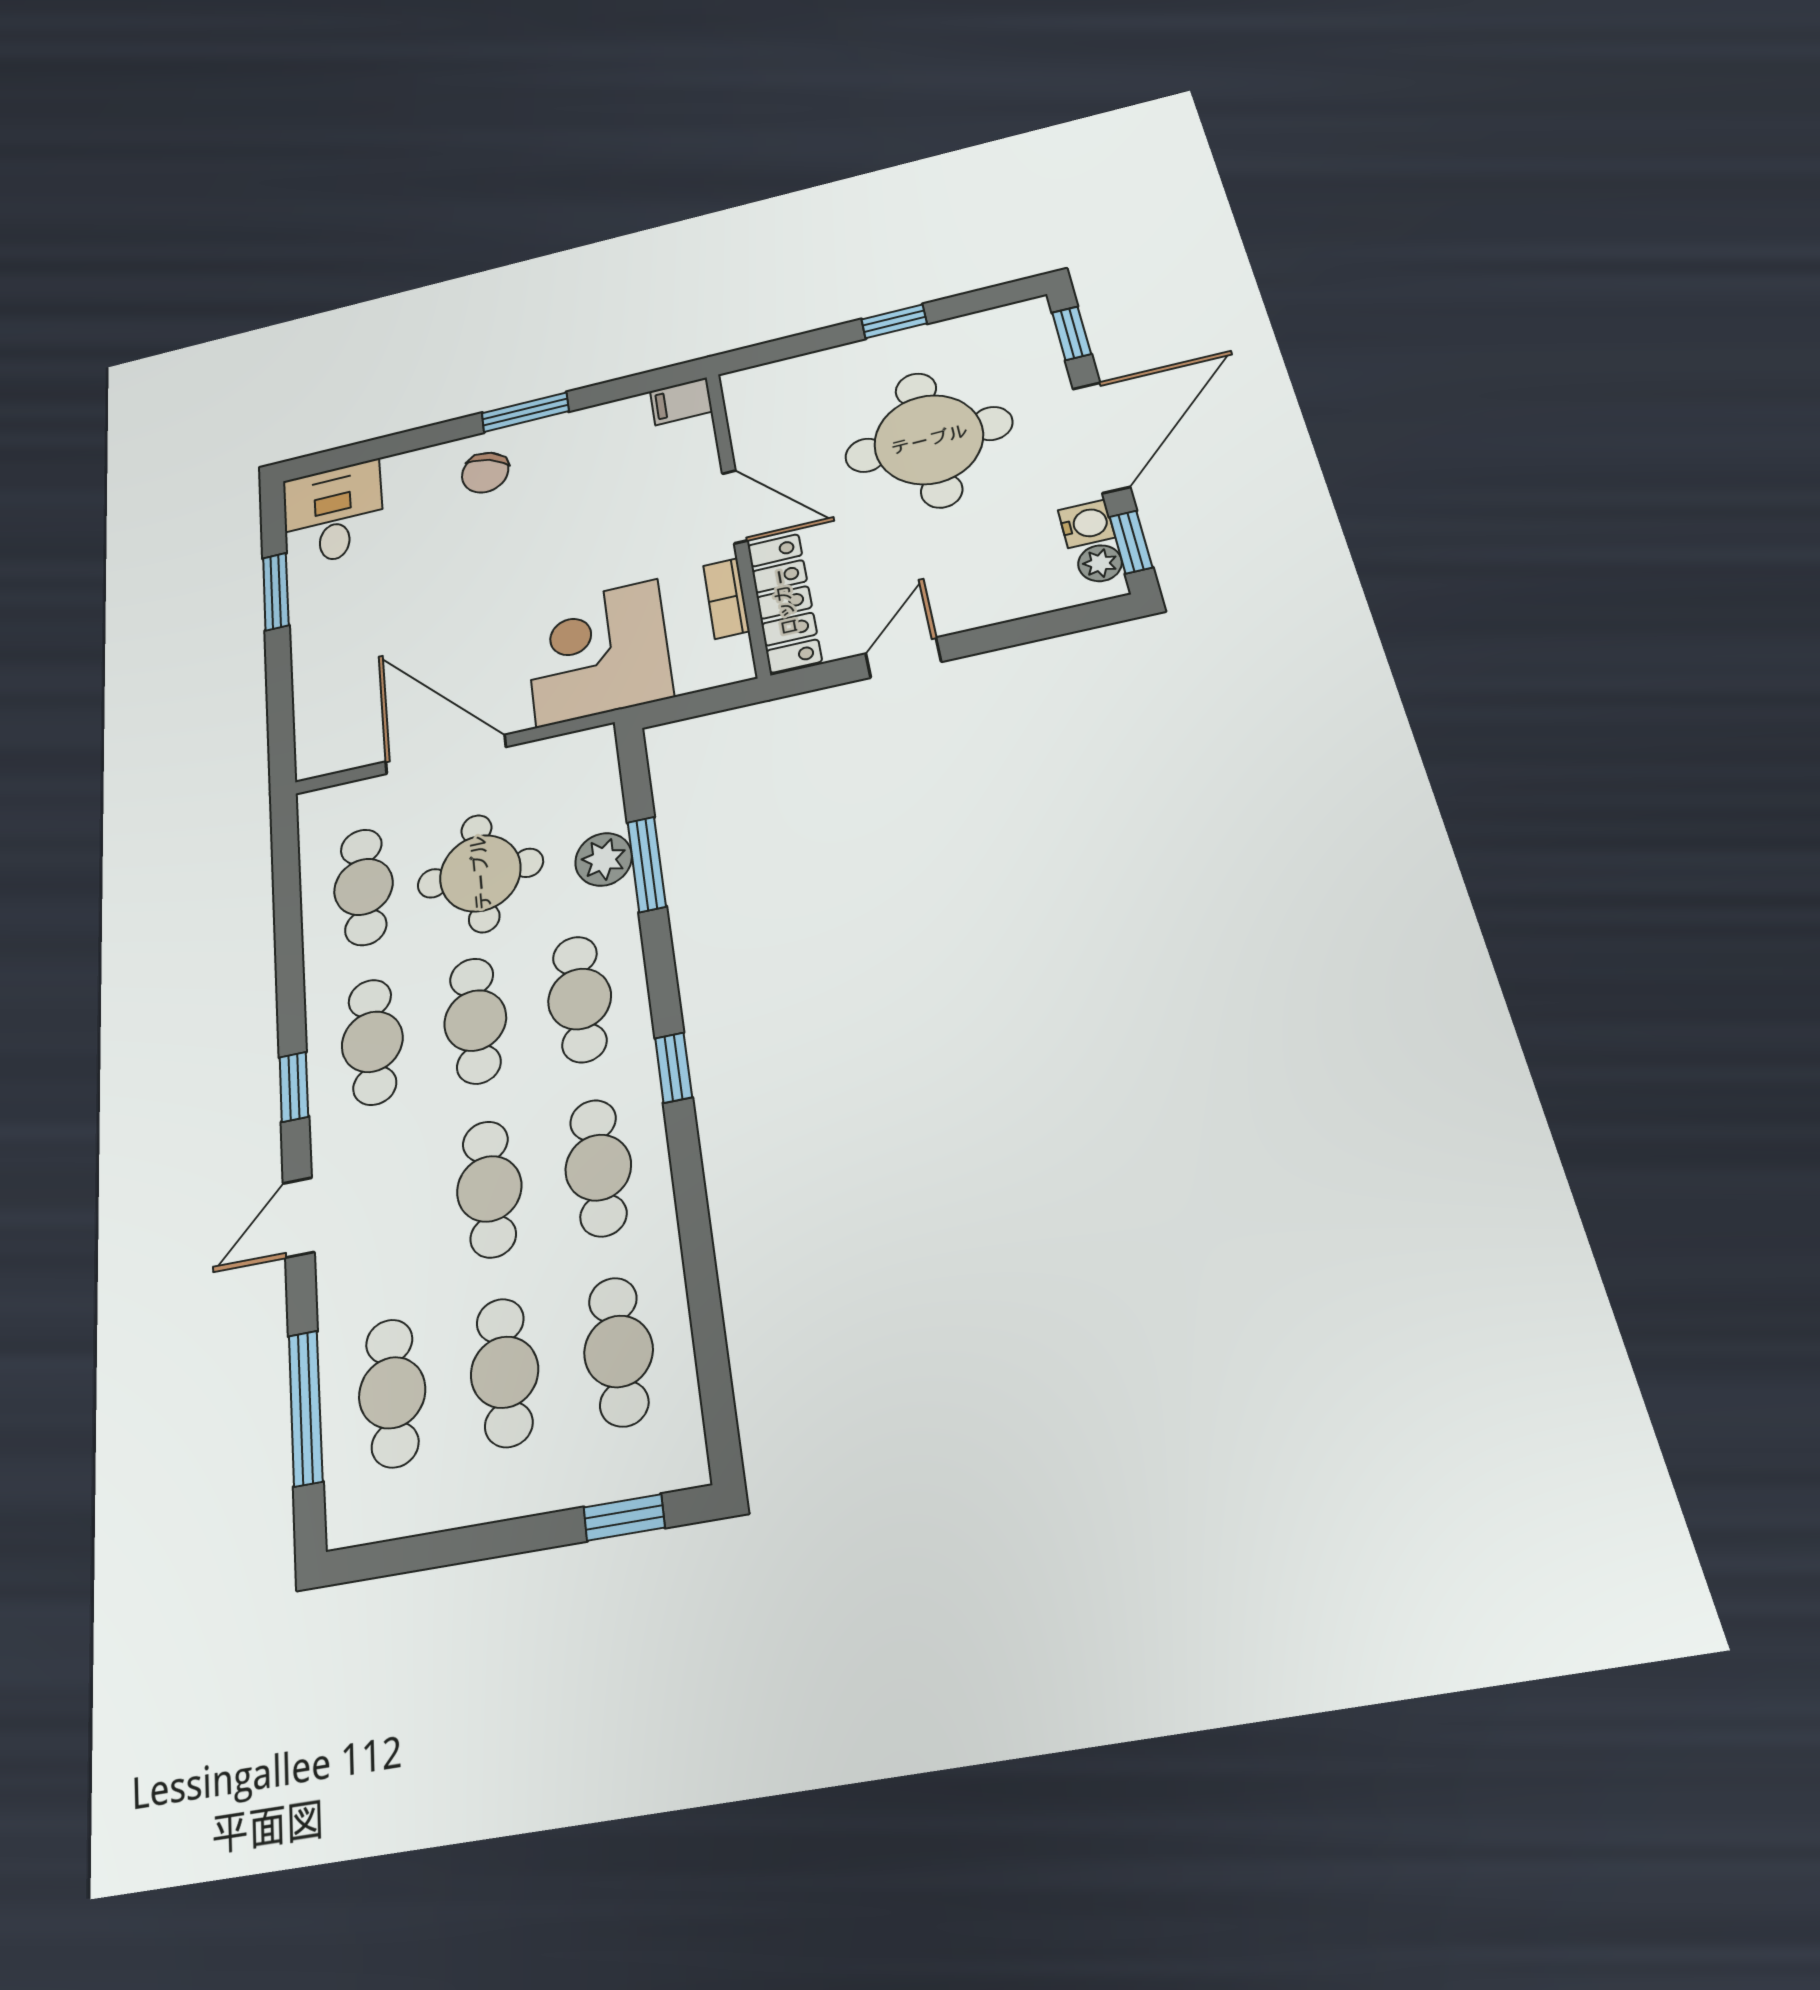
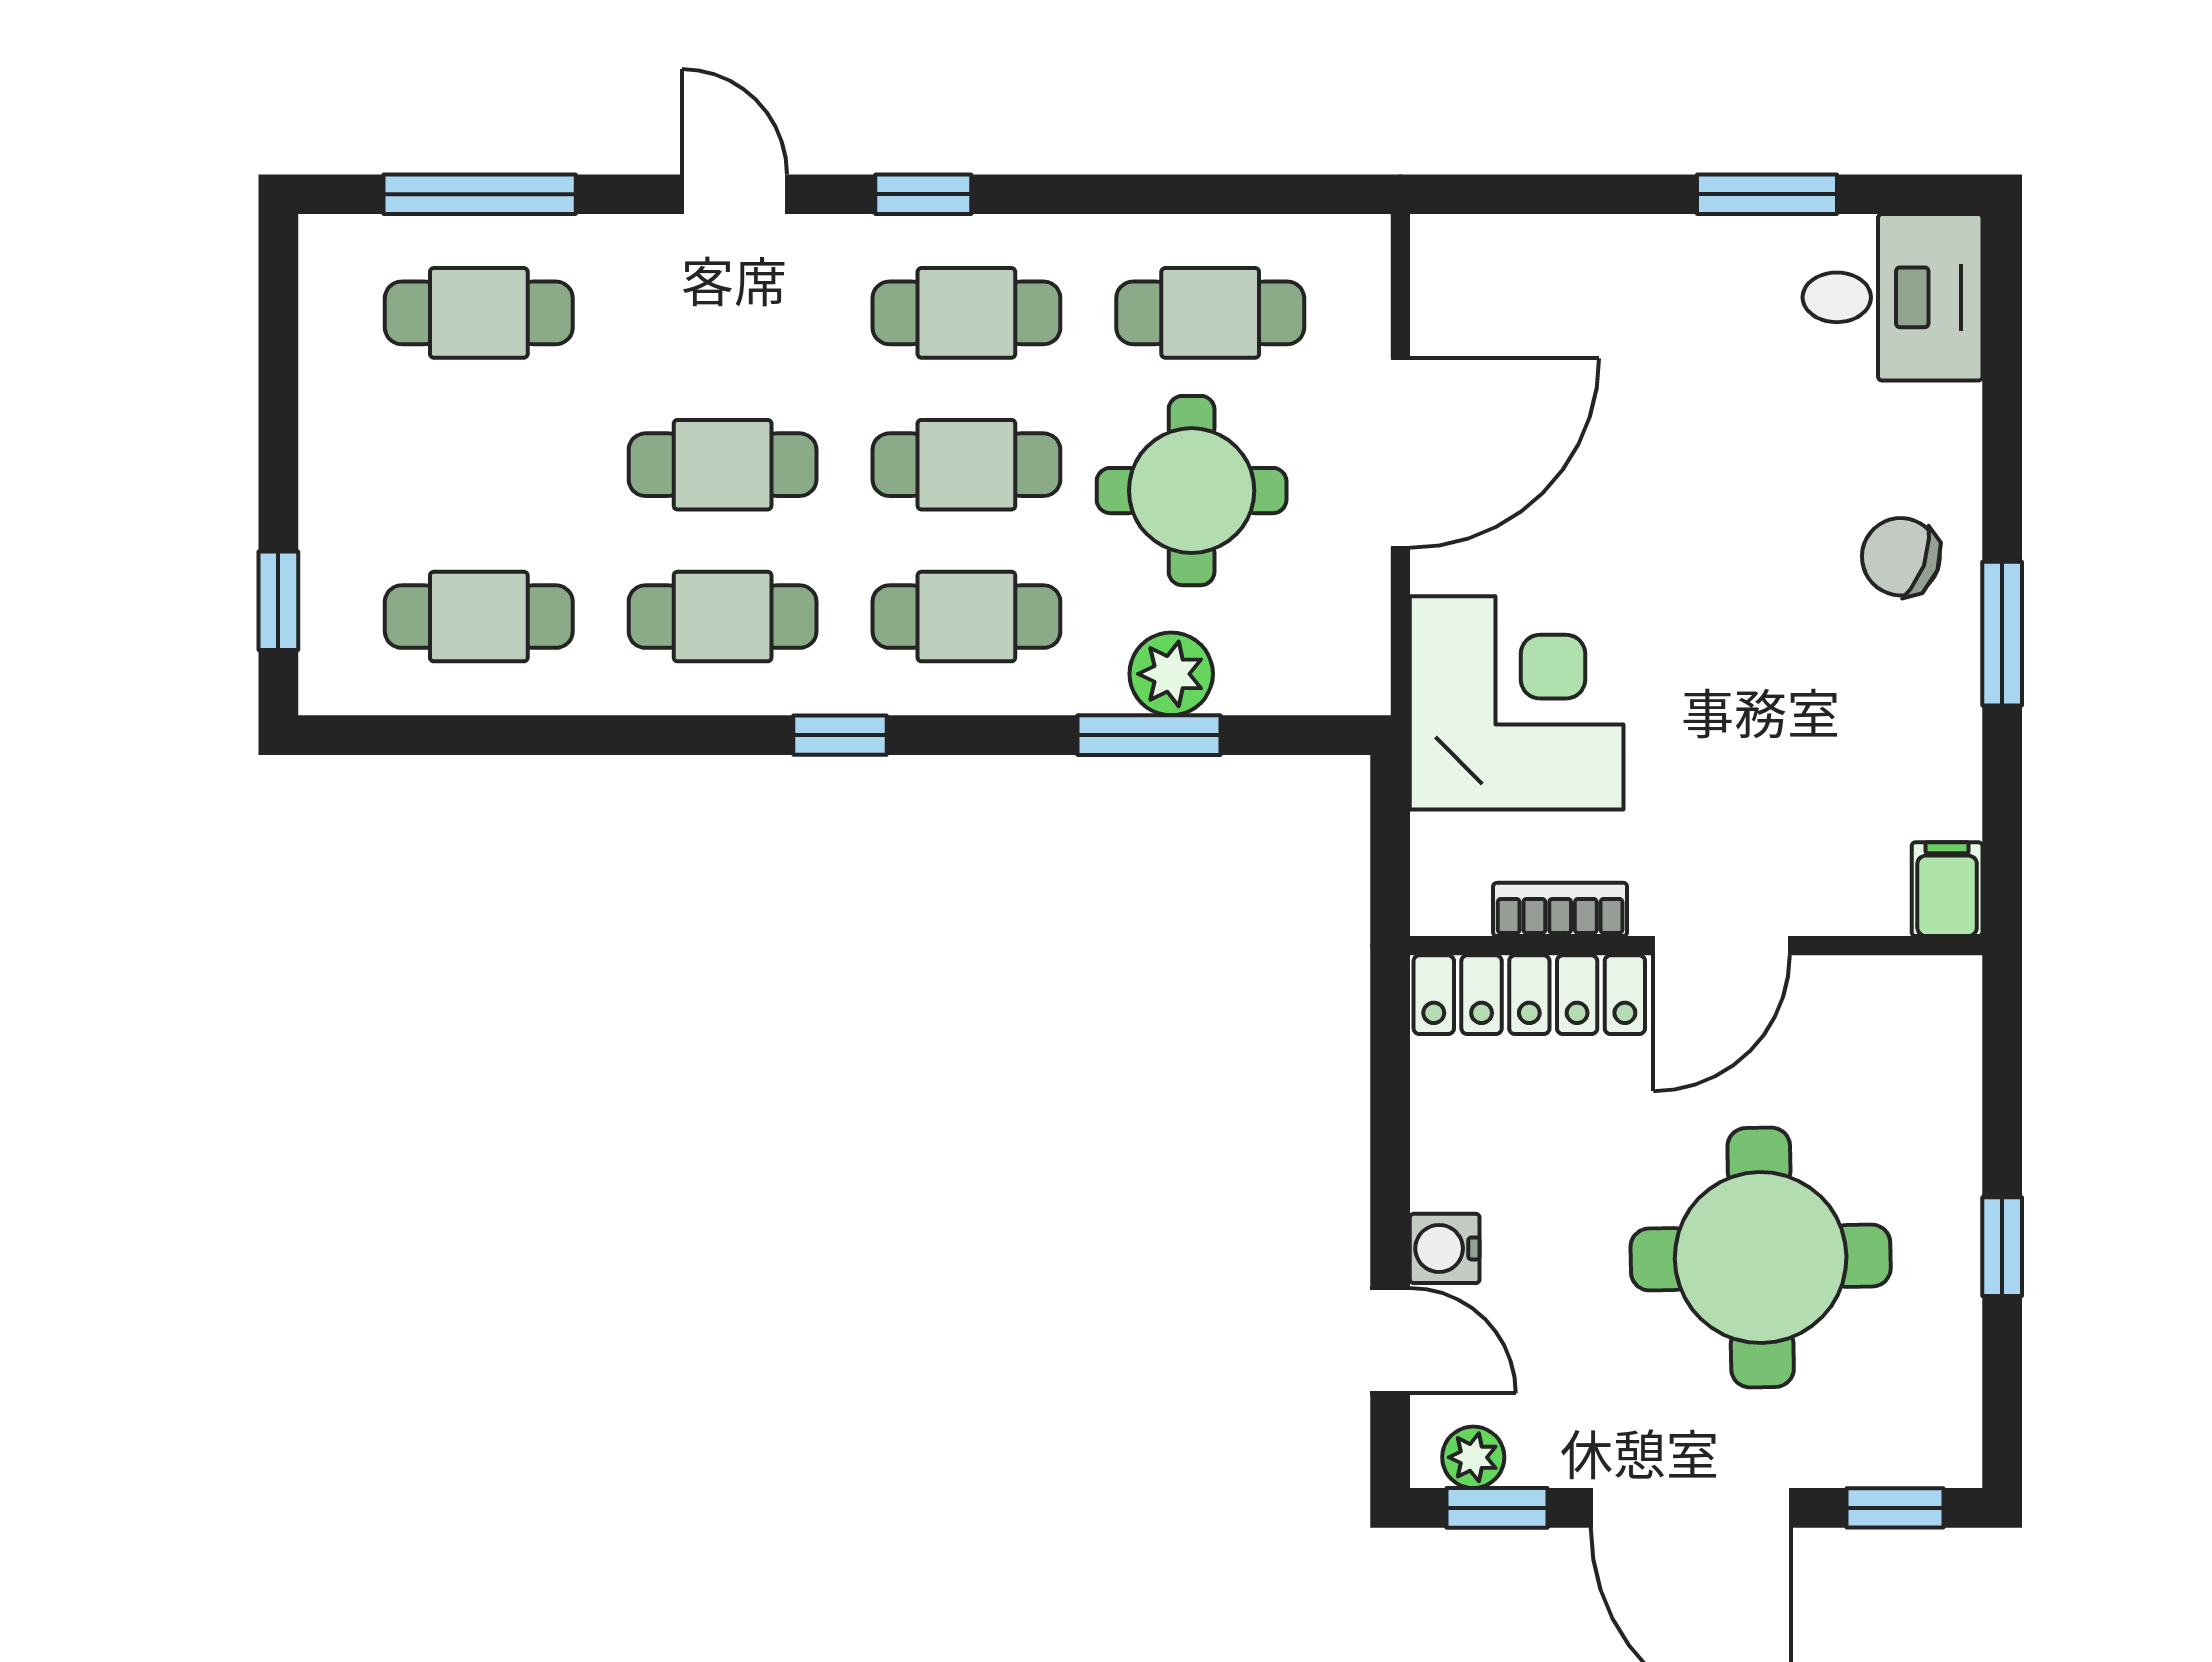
water cooler: (1086, 524) -> (1445, 1248), moved, turned 90
door: (903, 658) -> (1390, 1341), moved
cafe table: (504, 1372) -> (479, 465), removed

